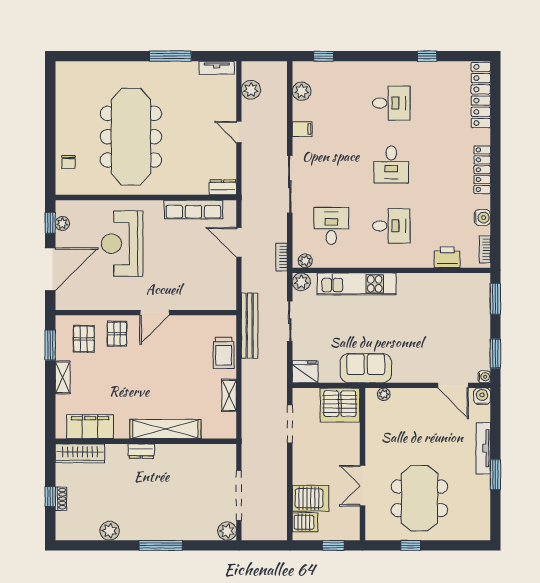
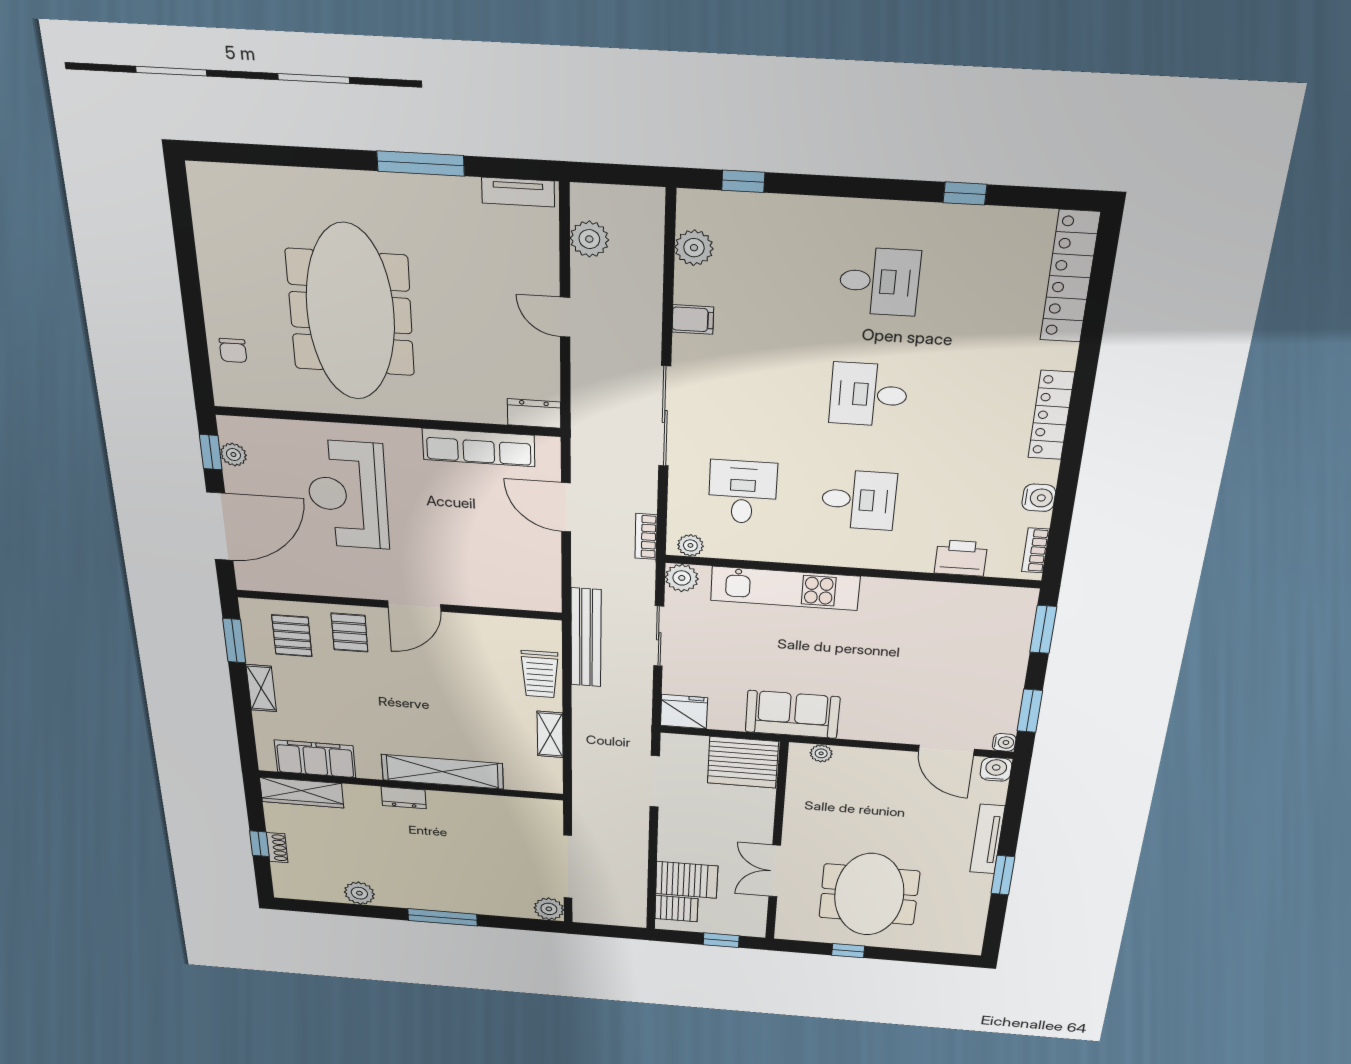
desk: (391, 164) -> (869, 395), turned 90

